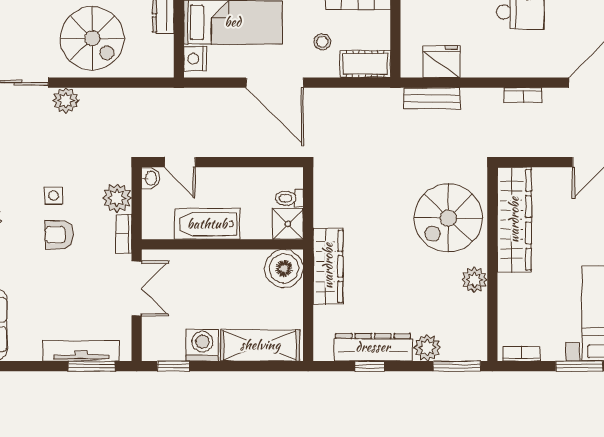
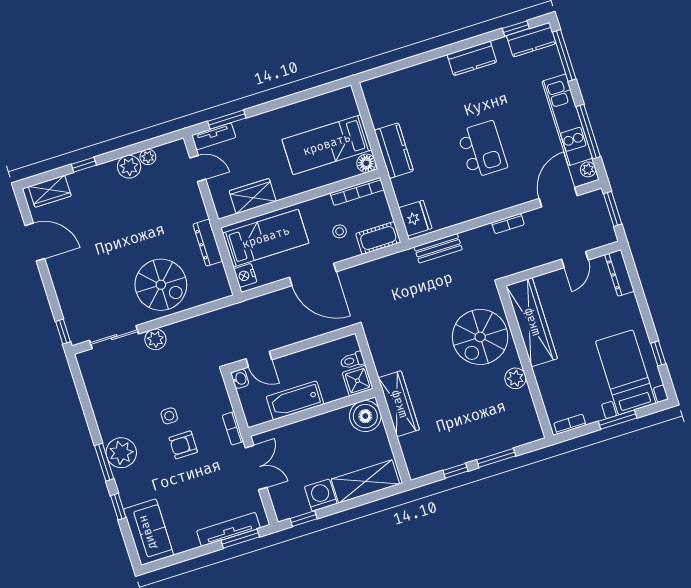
fridge: (442, 62) -> (415, 218), moved, turned 90
plant: (117, 198) -> (219, 402), removed
dresser: (373, 347) -> (453, 455), removed
plant: (427, 348) -> (496, 442), removed
window: (457, 366) -> (496, 458), moved

